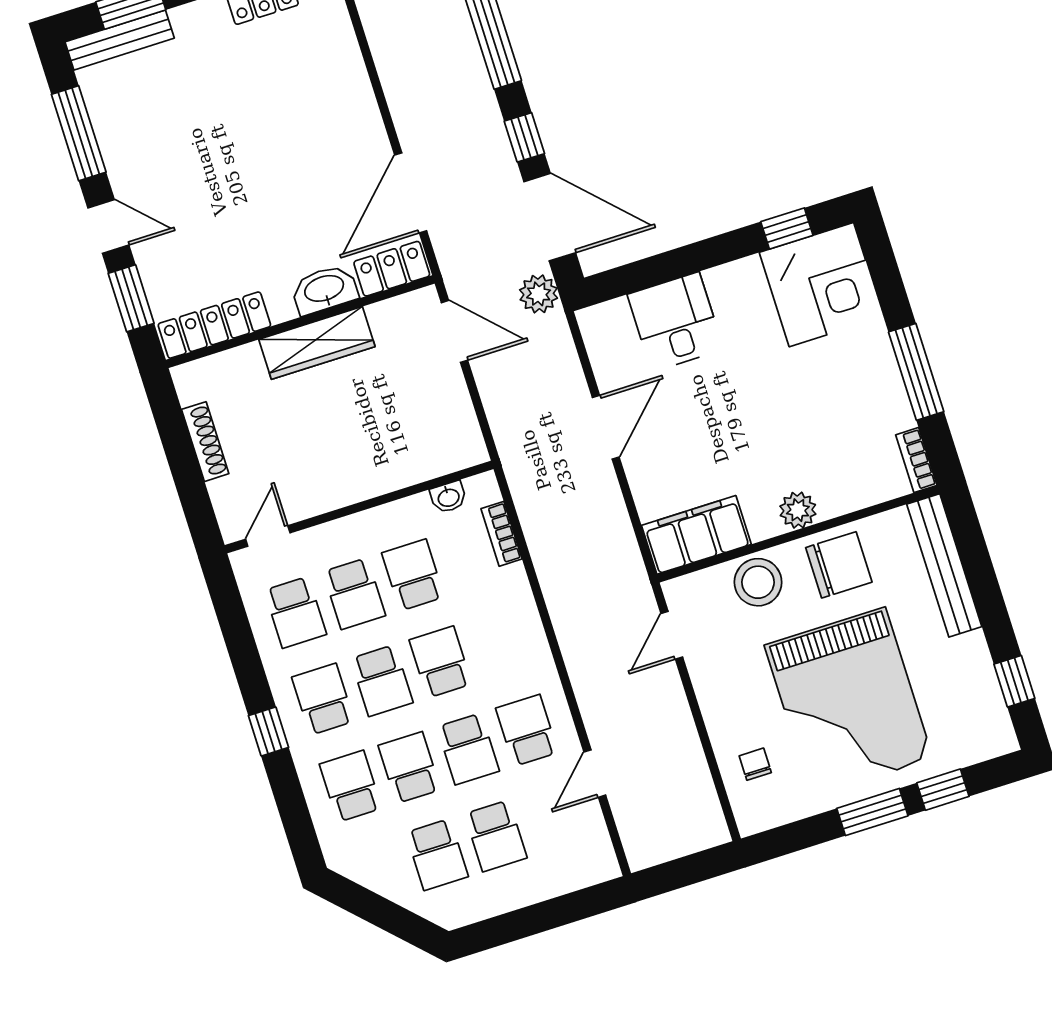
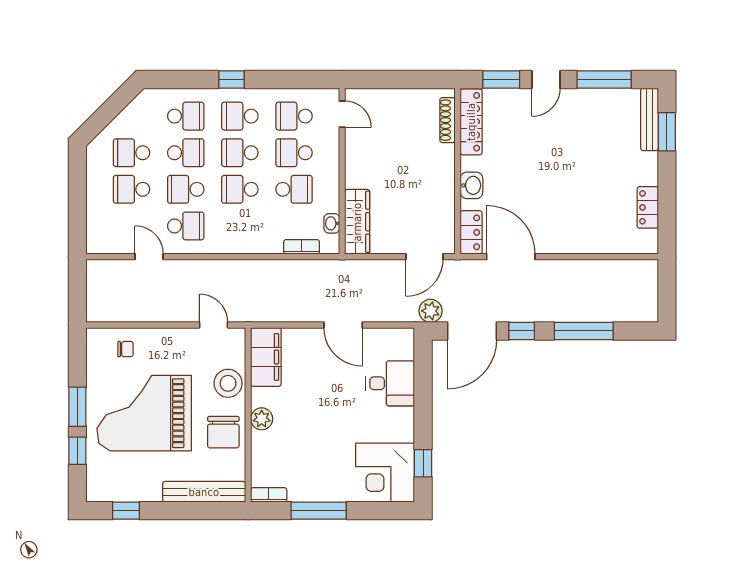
washbasin: (324, 290) -> (472, 185), width x0.72
wardrobe: (317, 343) -> (357, 222), moved, turned 180
shoe rack: (205, 442) -> (447, 120), moved, turned 90
school desk: (441, 662) -> (240, 189), turned 180
school desk: (323, 699) -> (240, 116), turned 180

